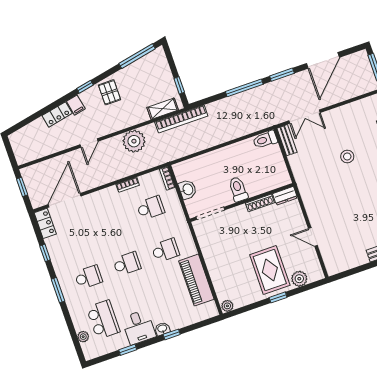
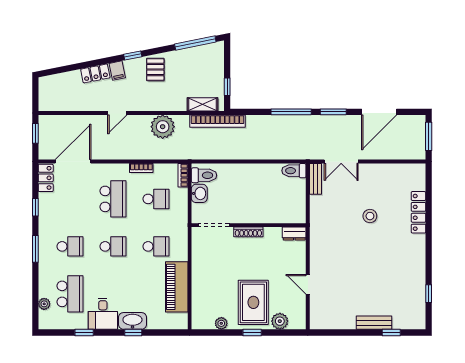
toilet: (238, 189) -> (204, 175), moved, turned 90
shoe rack: (260, 203) -> (248, 232), moved
school desk: (112, 221) -> (113, 199), added
plant: (227, 306) -> (221, 323), moved
washbasin: (162, 329) -> (132, 321), width x1.91, depth x1.45

